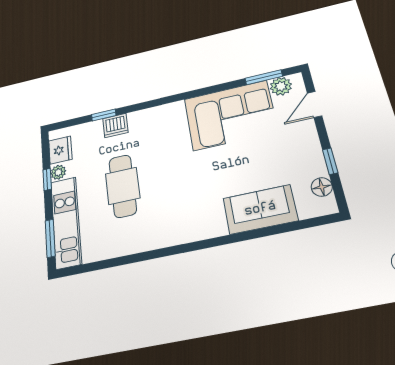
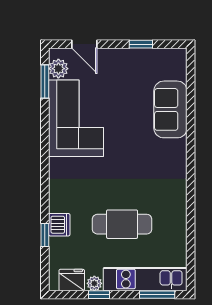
floor lamp: (322, 187) -> (162, 56), removed

